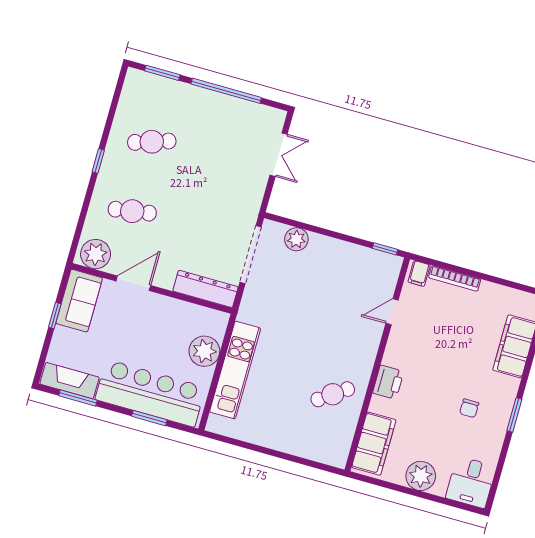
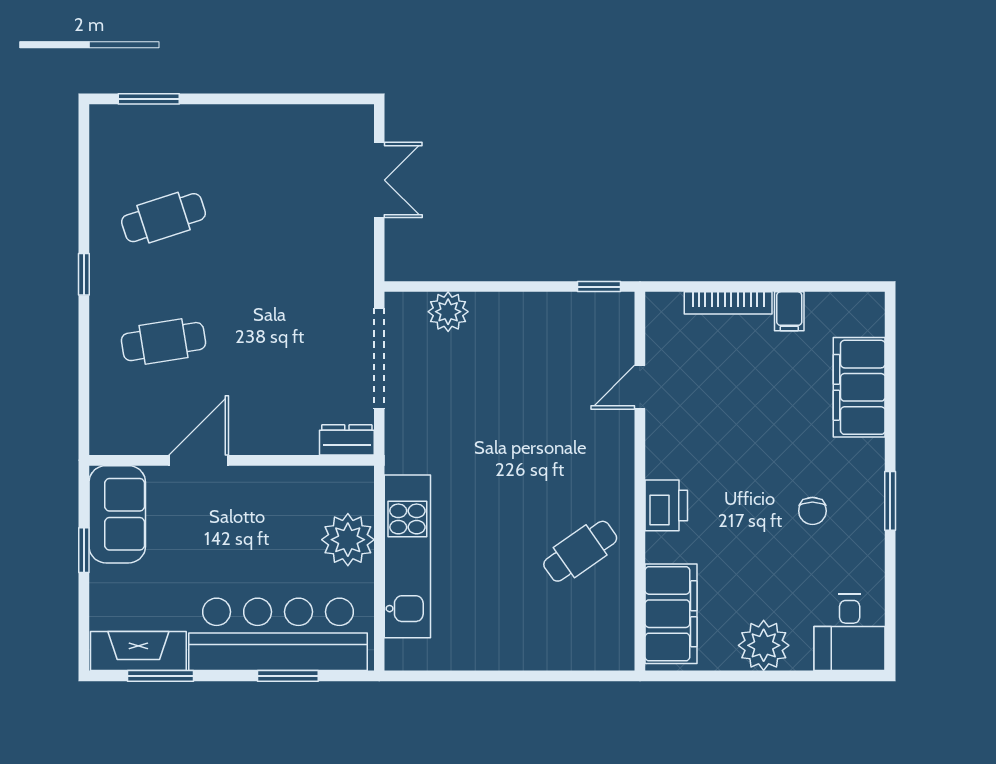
window: (226, 91) -> (263, 99), removed
plant: (96, 254) -> (123, 430), removed
filing cabinet: (419, 274) -> (789, 311), moved
dresser: (205, 289) -> (347, 440), width x0.51, depth x0.80

